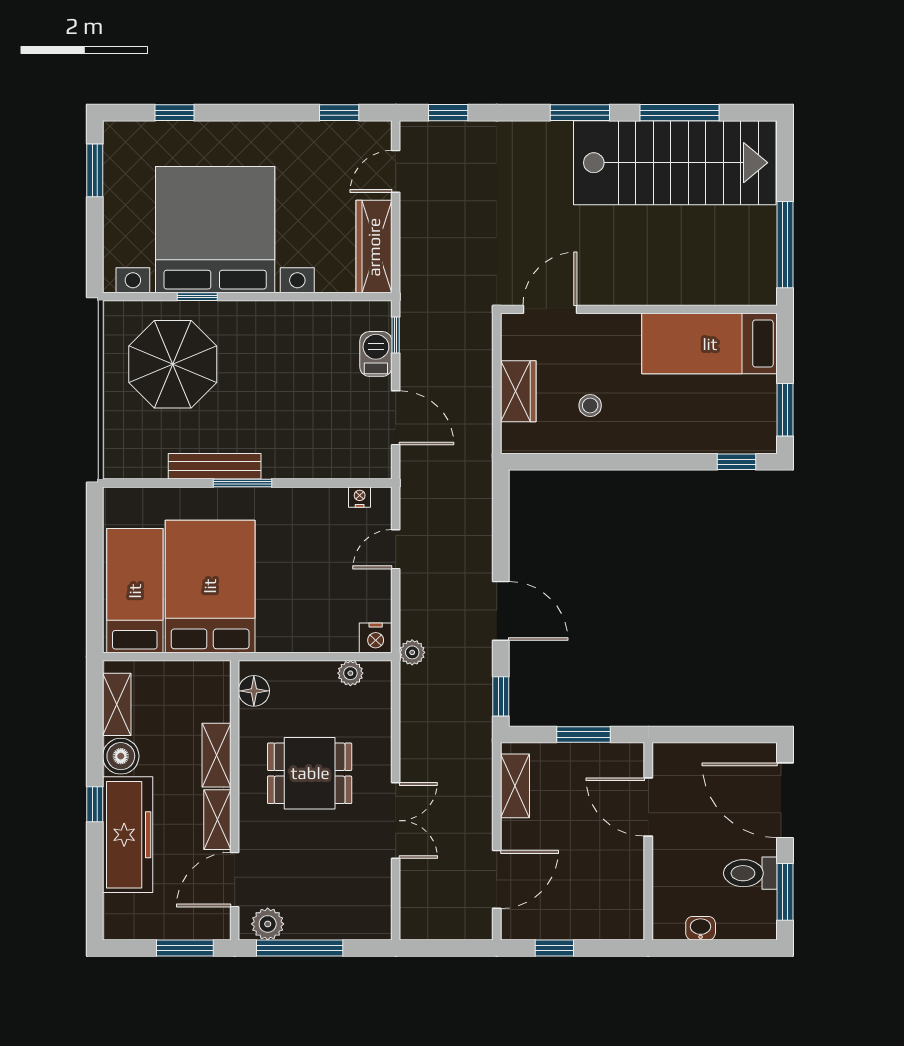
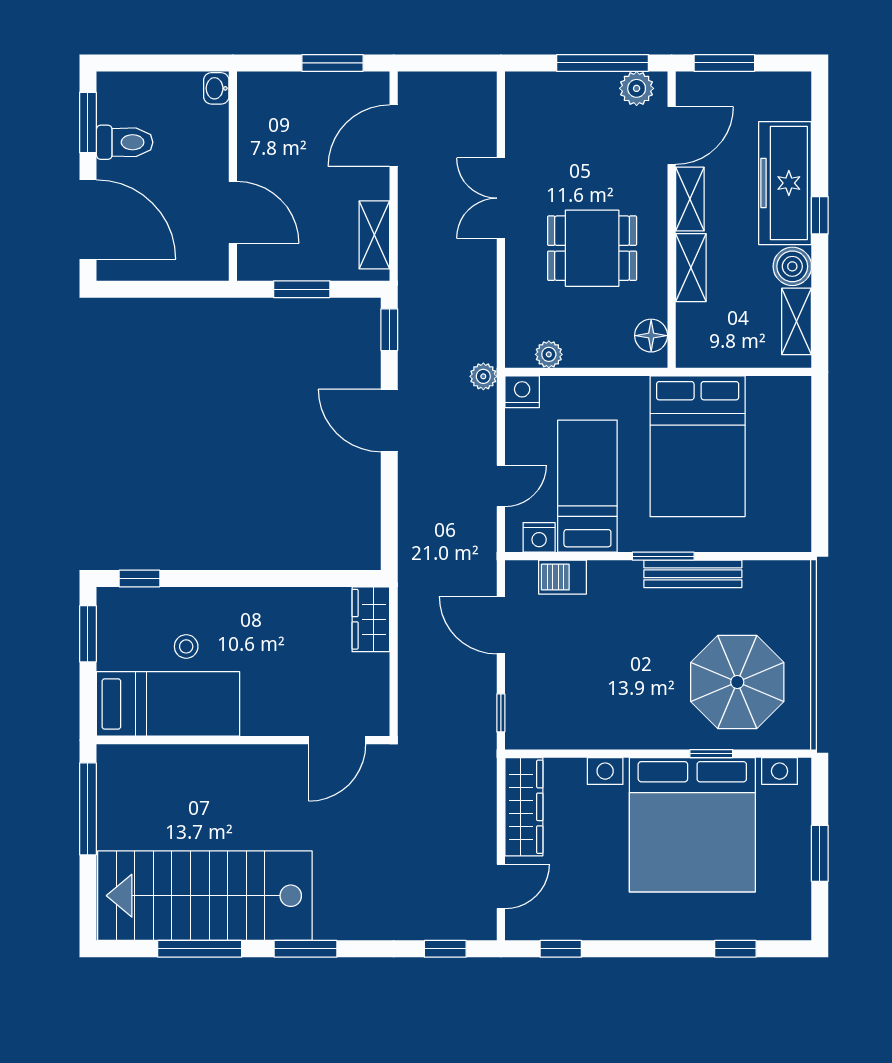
window: (95, 170) -> (820, 853), moved
barbecue: (376, 354) -> (562, 577), moved, turned 90
wardrobe: (518, 391) -> (371, 619), moved
stool: (590, 405) -> (186, 646), moved
nightstand: (360, 497) -> (539, 537), width x1.39, depth x1.35
bed: (135, 591) -> (587, 486), moved, turned 180
washbasin: (701, 928) -> (216, 88), moved, turned 90
window: (554, 948) -> (333, 63), width x1.50

